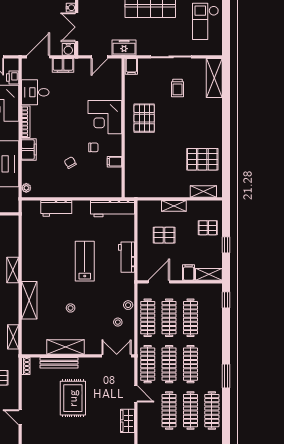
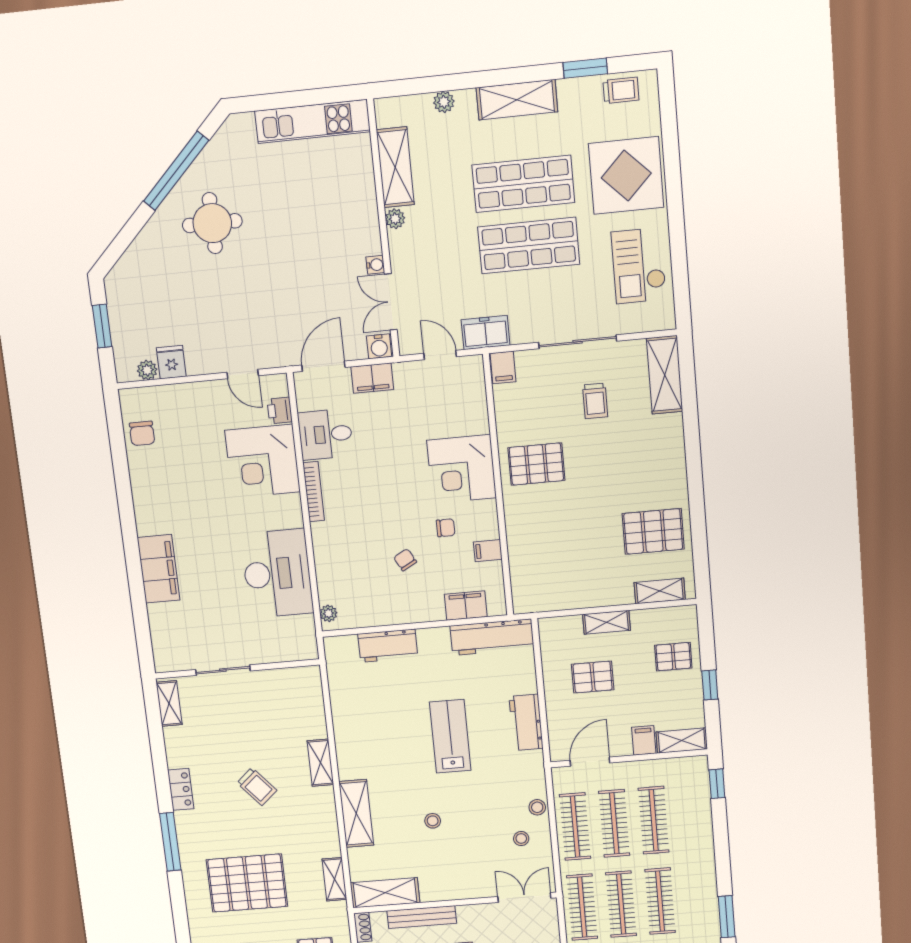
door: (100, 57) -> (440, 355), swing flipped
pallet: (144, 118) -> (536, 464), turned 90
filing cabinet: (29, 149) -> (466, 606), moved, turned -90
shelving: (66, 347) -> (385, 893), moved

